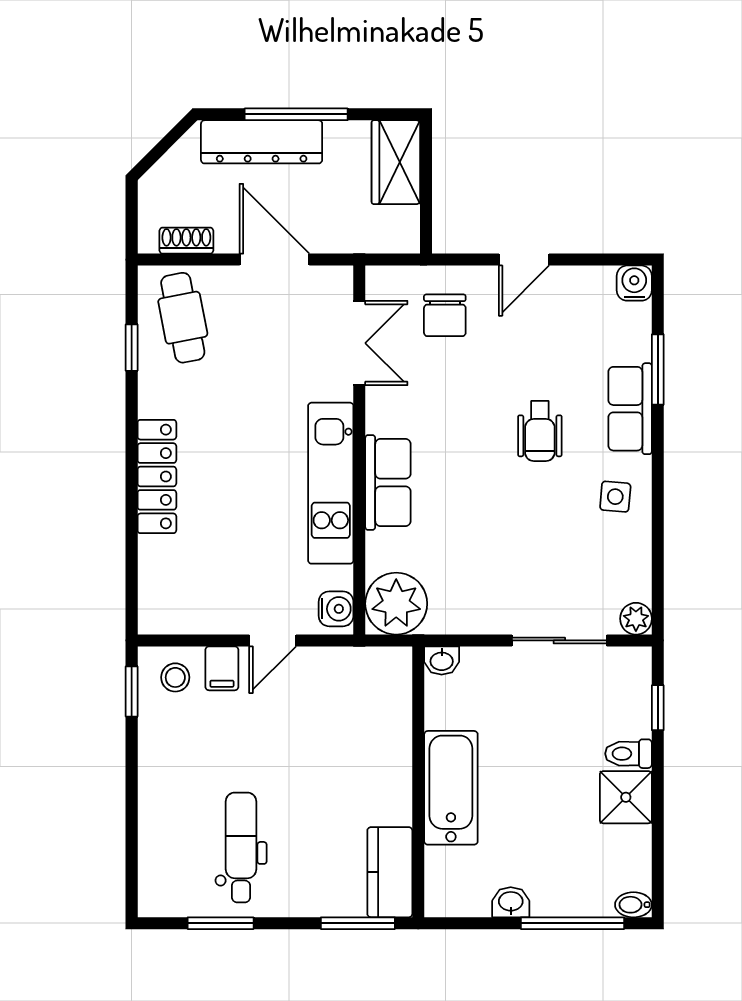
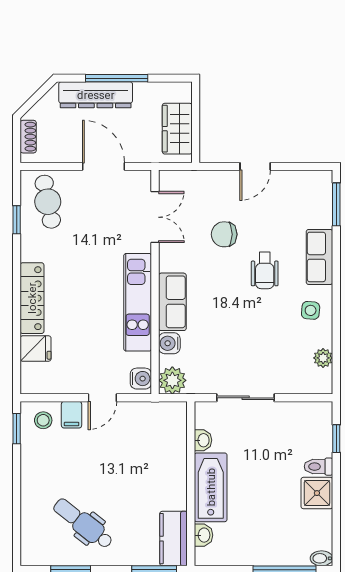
wardrobe: (396, 162) -> (177, 129), moved
shoe rack: (186, 241) -> (28, 137), moved, turned 90
water cooler: (634, 283) -> (169, 343), moved, turned -90
chair: (445, 315) -> (224, 234), moved, turned 90
window: (658, 370) -> (336, 204), moved
fridge: (163, 559) -> (36, 348), added
plant: (396, 604) -> (172, 380), width x0.73, depth x0.73
plant: (636, 619) -> (323, 358), moved
sliding door: (559, 640) -> (246, 398), moved
washbasin: (442, 660) -> (203, 440), moved, turned -90
dental chair: (241, 847) -> (83, 524), turned -52
washbasin: (511, 902) -> (204, 535), moved, turned 90

